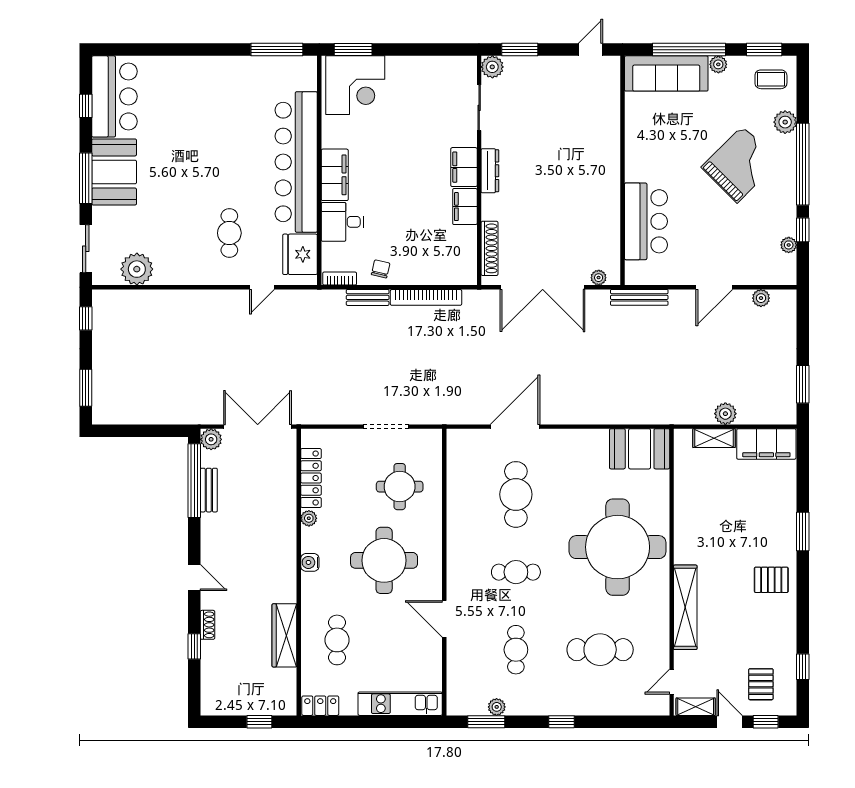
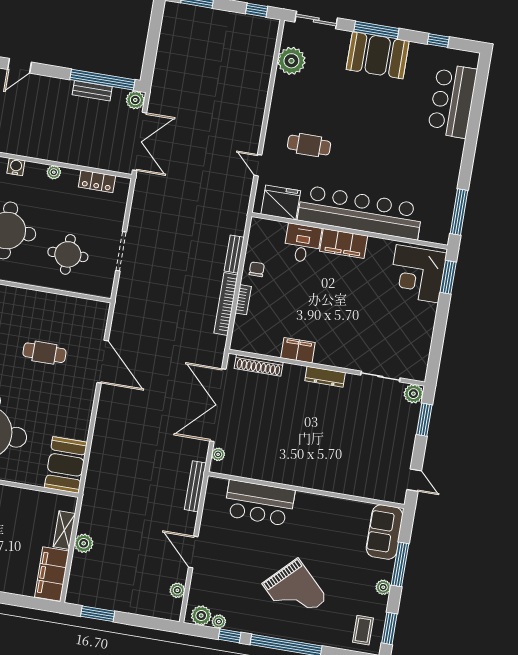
window: (689, 50) -> (400, 564), width x0.68
sofa: (666, 73) -> (384, 532), width x0.73
bar counter: (114, 96) -> (452, 101), moved, turned 90
plant: (785, 122) -> (201, 616), moved
filing cabinet: (464, 167) -> (332, 355), removed
chair: (381, 269) -> (257, 269), turned -103
bookcase: (340, 279) -> (243, 300), moved
locker: (311, 478) -> (97, 181), width x0.66
cafe table: (516, 494) -> (44, 353), width x0.73, depth x0.74

